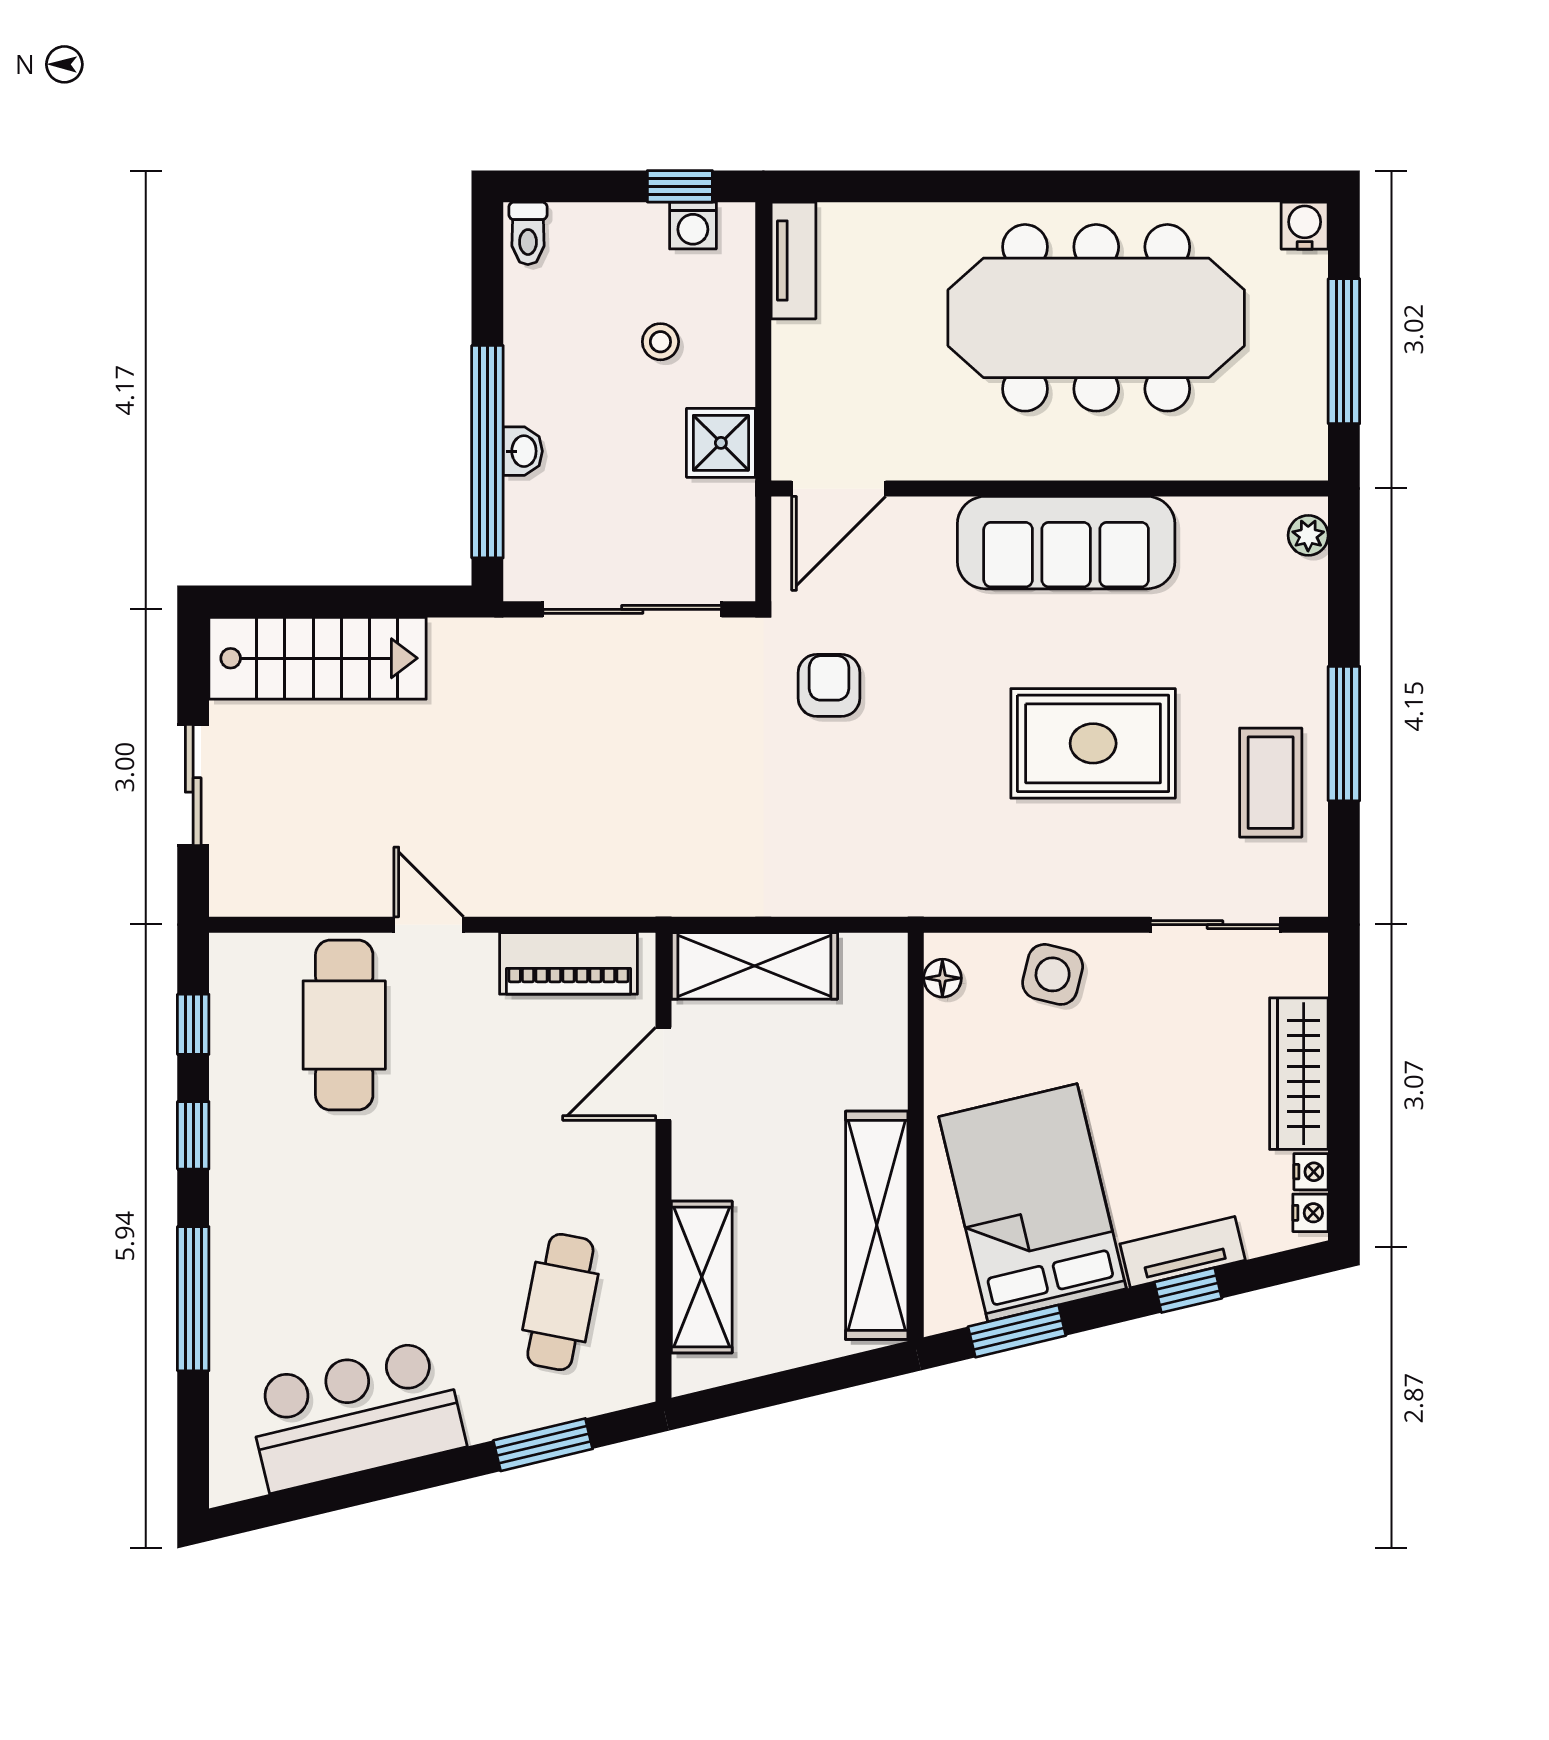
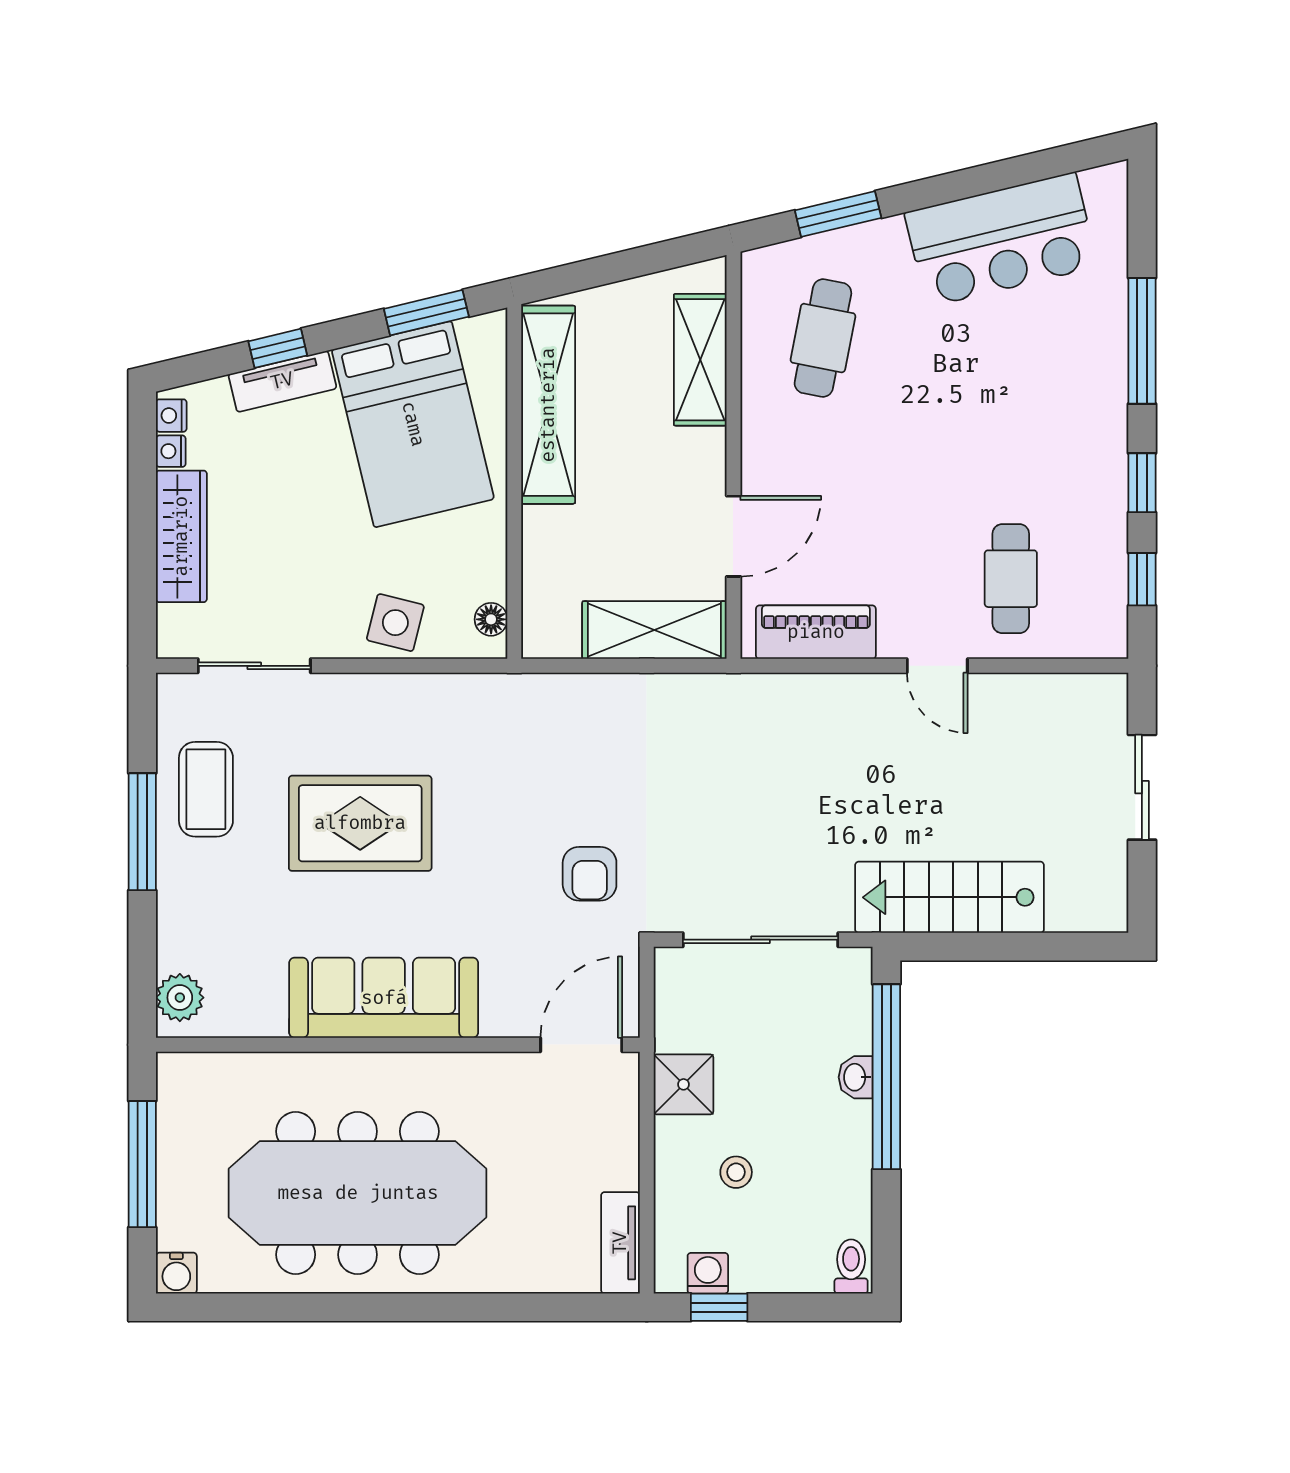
plant: (1308, 535) -> (180, 998), width x1.38, depth x1.38
stairs: (318, 658) -> (950, 897), moved
cafe table: (344, 1025) -> (1011, 579), width x0.73, depth x0.74

